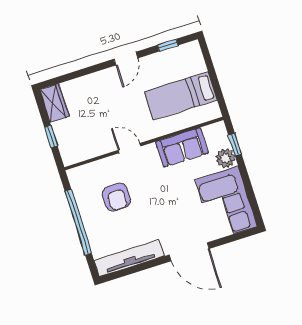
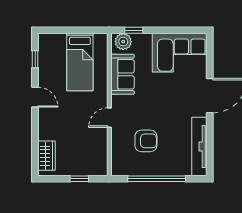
wardrobe: (54, 103) -> (47, 156), moved, turned 90
plant: (226, 158) -> (123, 42), moved

